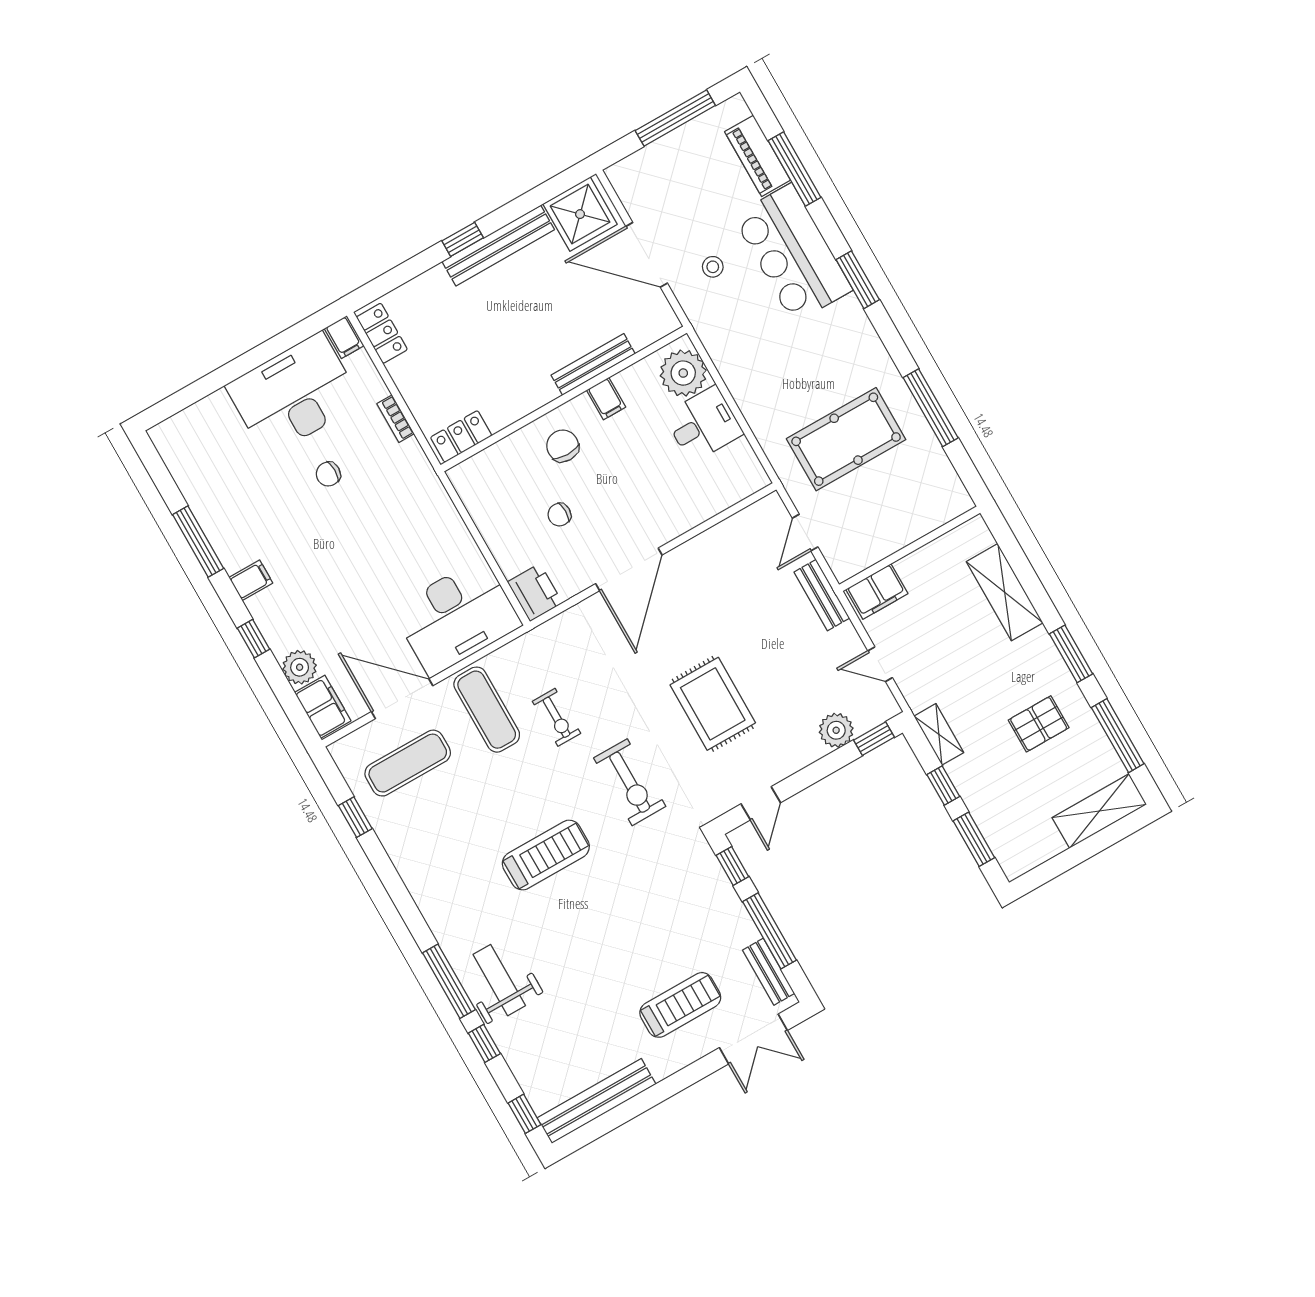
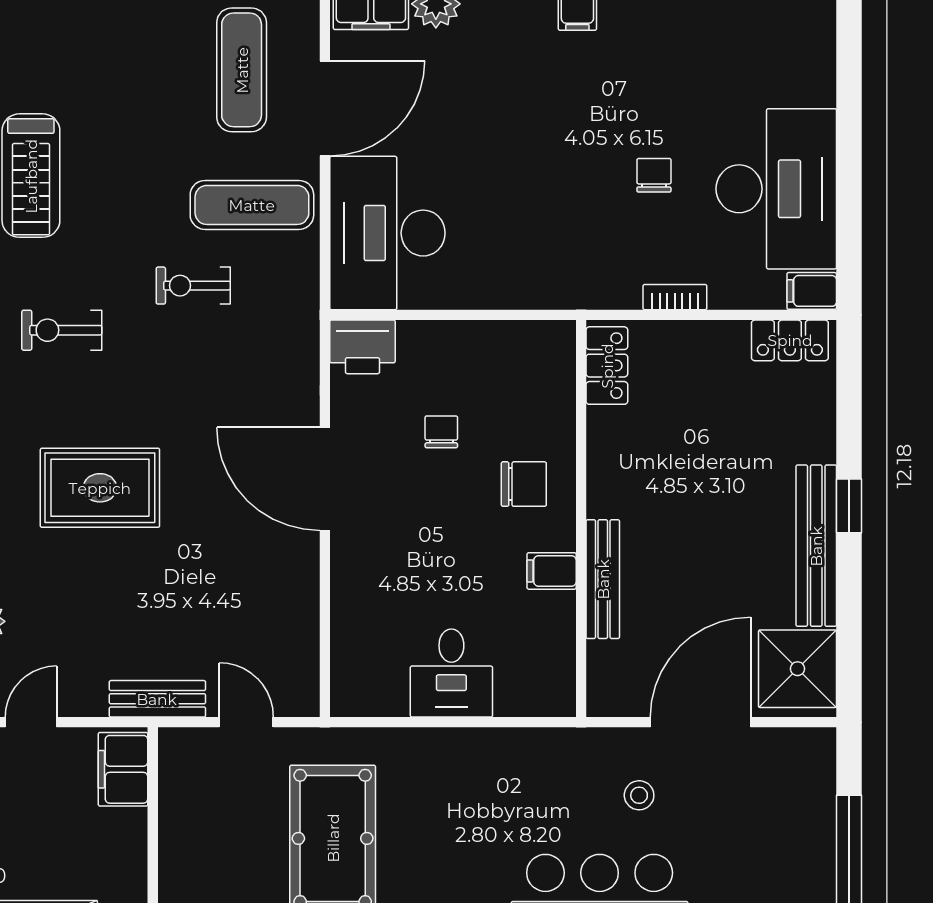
plant: (683, 373) -> (529, 684), removed
exercise bike: (630, 782) -> (62, 330), width x0.73, depth x0.72

